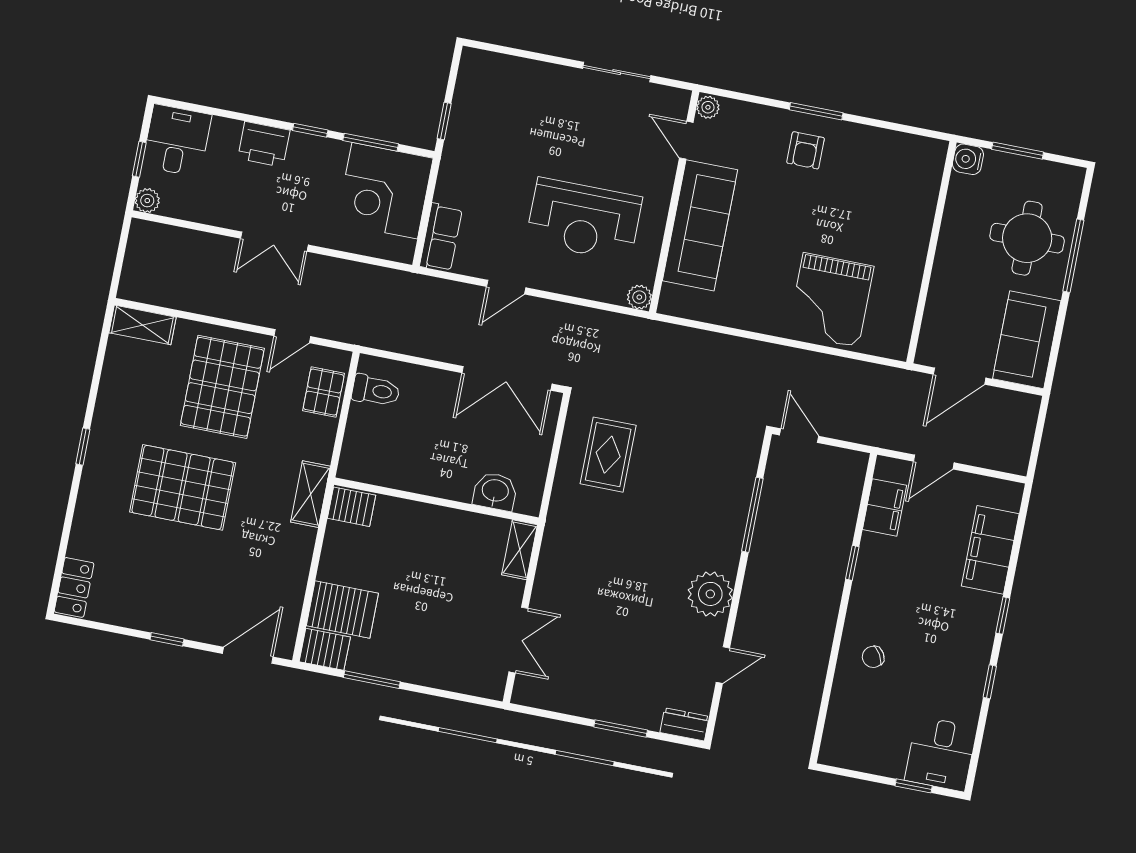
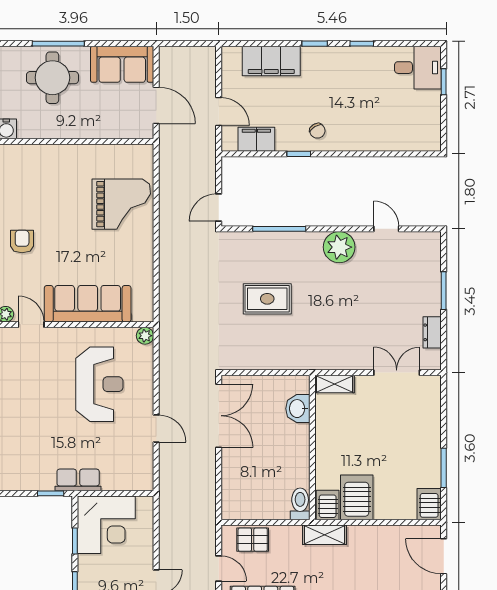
door: (686, 140) -> (31, 325), swing flipped
window: (371, 142) -> (75, 541), width x0.67
armchair: (806, 150) -> (22, 241), turned -90
row of seats: (441, 237) -> (78, 480), moved
toilet: (376, 391) -> (300, 504), moved
rug: (608, 455) -> (267, 299), moved
server rack: (342, 610) -> (357, 497), moved
chair: (873, 657) -> (317, 131), moved
dresser: (685, 724) -> (432, 332), moved

